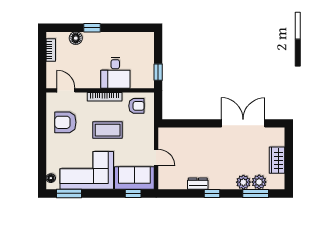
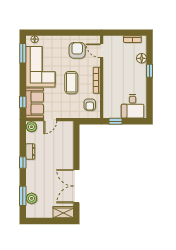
desk: (115, 73) -> (133, 106), moved, turned -90
door: (66, 90) -> (102, 51), swing flipped
double door: (243, 123) -> (76, 186), swing flipped
wardrobe: (277, 160) -> (63, 212), moved
plant: (243, 182) -> (31, 127), moved

